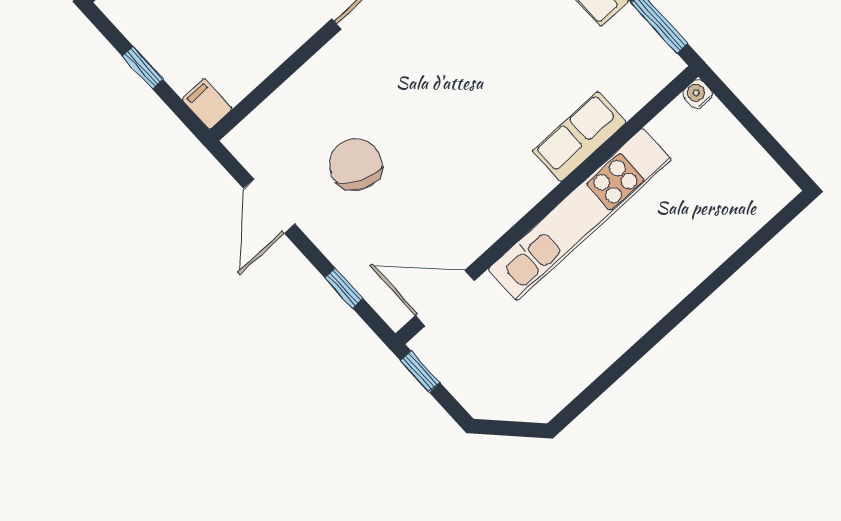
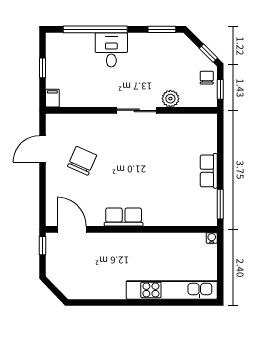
row of seats: (579, 137) -> (124, 217), moved
kitchen unit: (580, 214) -> (172, 290), moved, turned 180
window: (344, 288) -> (42, 197), removed

